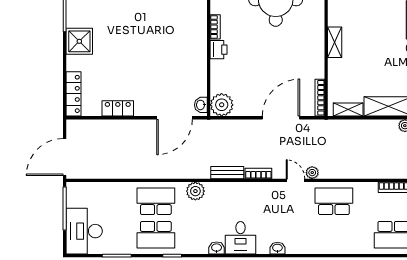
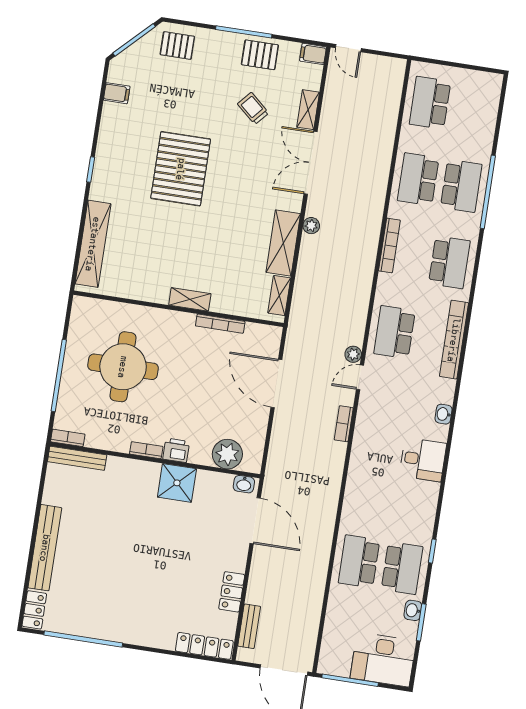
shower: (79, 41) -> (177, 483), moved
bookcase: (320, 98) -> (220, 324), moved
plant: (222, 105) -> (227, 454), moved
bench: (227, 173) -> (249, 626), moved
plant: (195, 191) -> (354, 508), removed
bookcase: (335, 247) -> (454, 340), added
washbasin: (217, 248) -> (413, 610), moved

